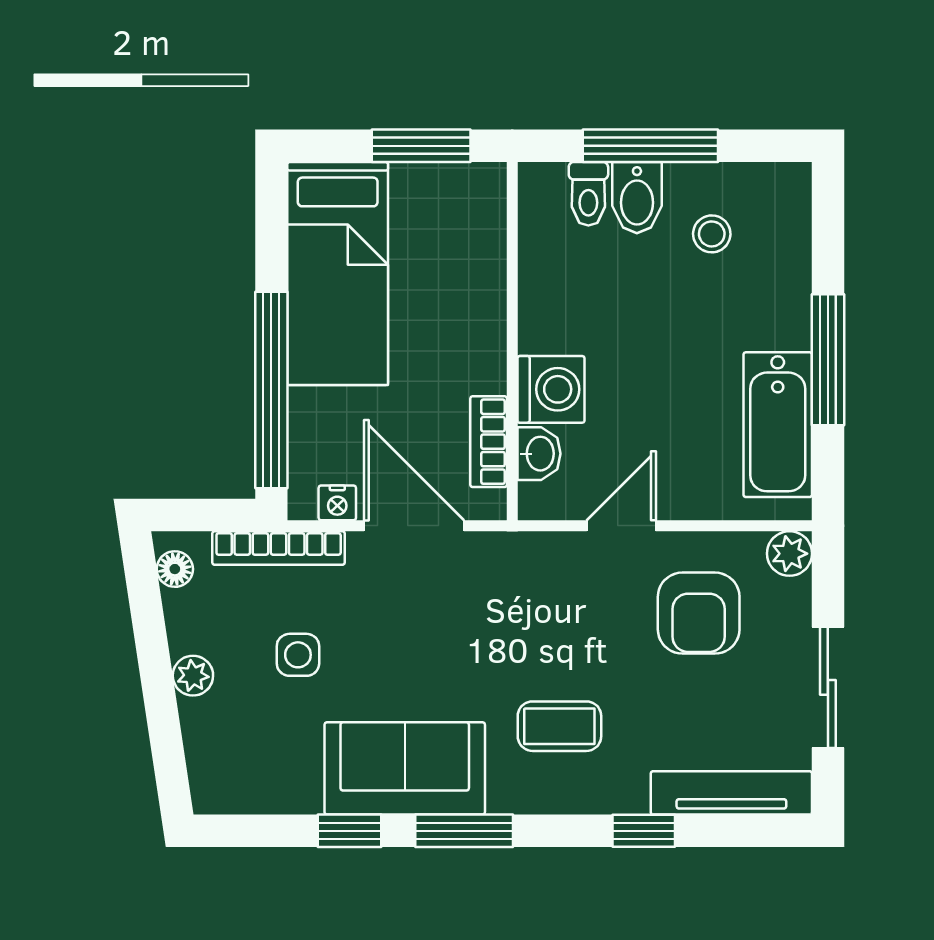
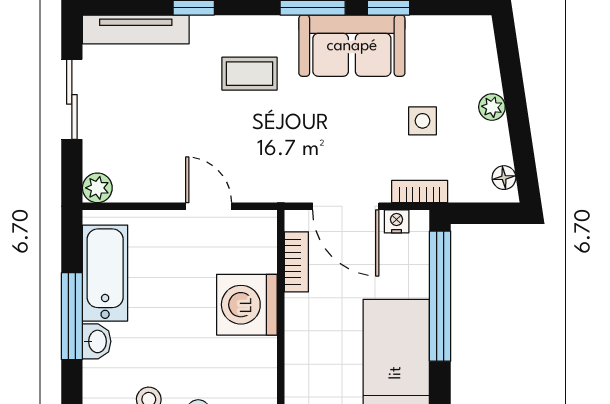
washing machine: (551, 389) -> (247, 305), width x1.37, depth x1.37
washbasin: (539, 454) -> (97, 341), moved, turned 180
door: (621, 526) -> (209, 206), swing flipped
bookcase: (279, 548) -> (420, 191), width x0.64
armchair: (699, 613) -> (157, 148), removed

